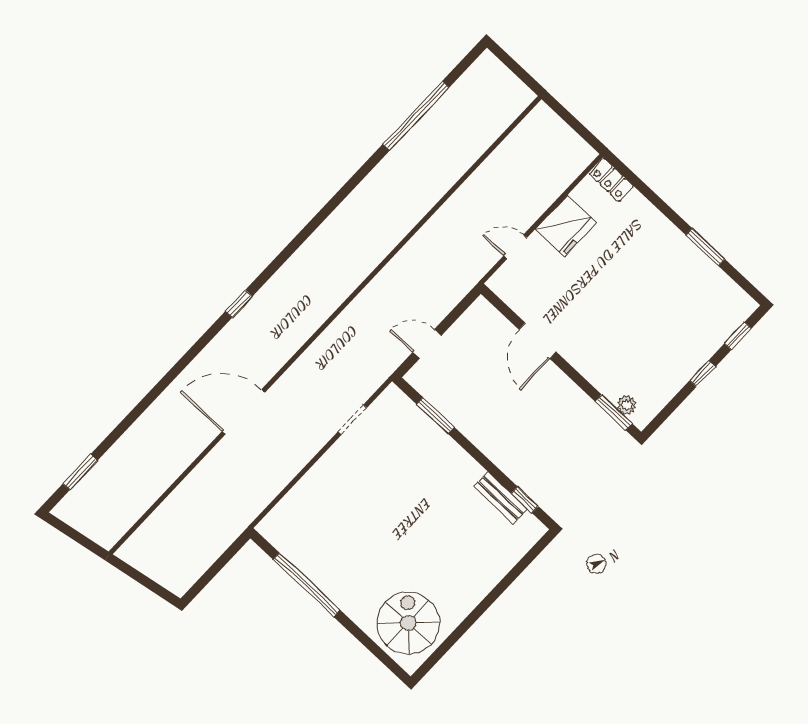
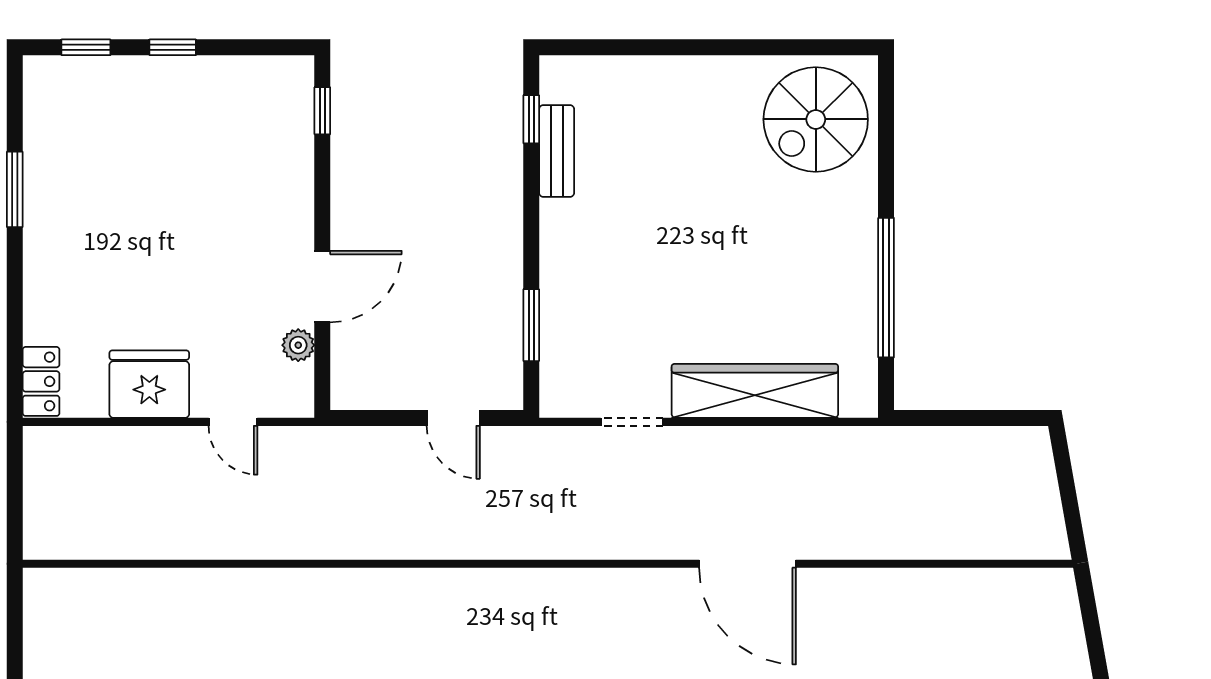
plant: (627, 405) -> (298, 345), moved
window: (614, 413) -> (322, 111), width x0.67
wardrobe: (315, 486) -> (755, 391), added

